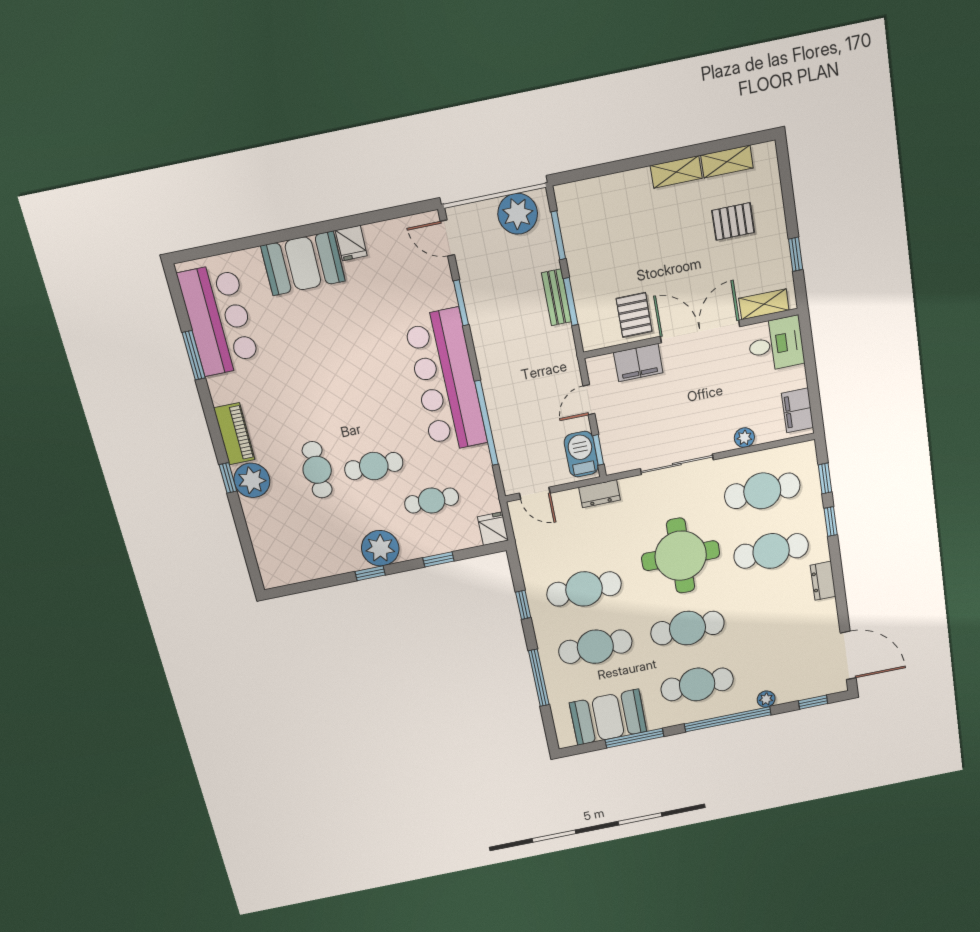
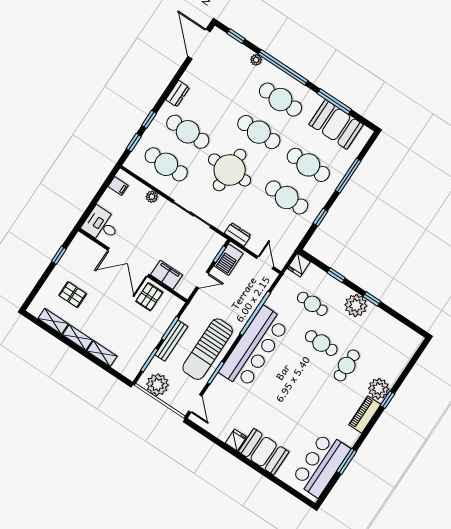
bench: (556, 297) -> (171, 341), width x1.36
shelving: (764, 304) -> (102, 354), moved
sun lounger: (500, 322) -> (208, 349), added
filing cabinet: (798, 410) -> (118, 186), width x0.50

